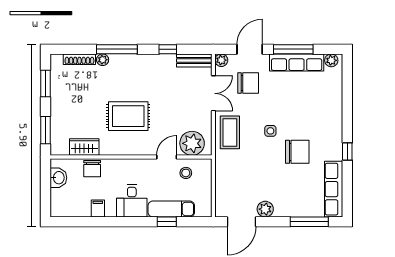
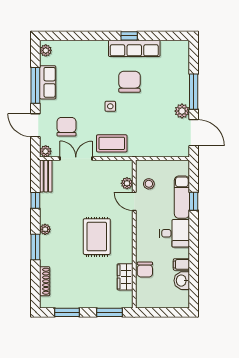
window: (117, 49) -> (35, 247), width x0.69
plant: (103, 60) -> (45, 229), moved
row of seats: (297, 63) -> (48, 82), width x0.68
plant: (192, 143) -> (127, 183), width x0.53, depth x0.53
chair: (92, 169) -> (145, 270), turned 90
washbasin: (58, 178) -> (182, 281), moved, turned -90
row of seats: (334, 189) -> (134, 48), moved
window: (309, 222) -> (194, 92), moved

